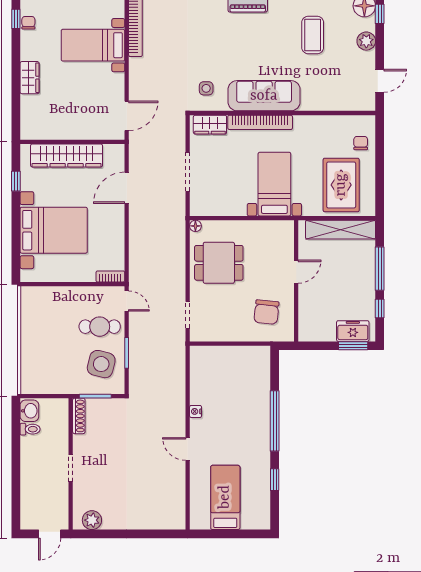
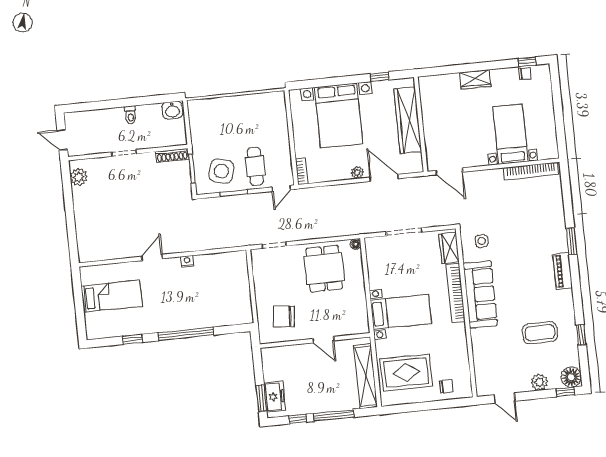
plant: (118, 216) -> (357, 172), added
toilet: (30, 429) -> (131, 115), moved

